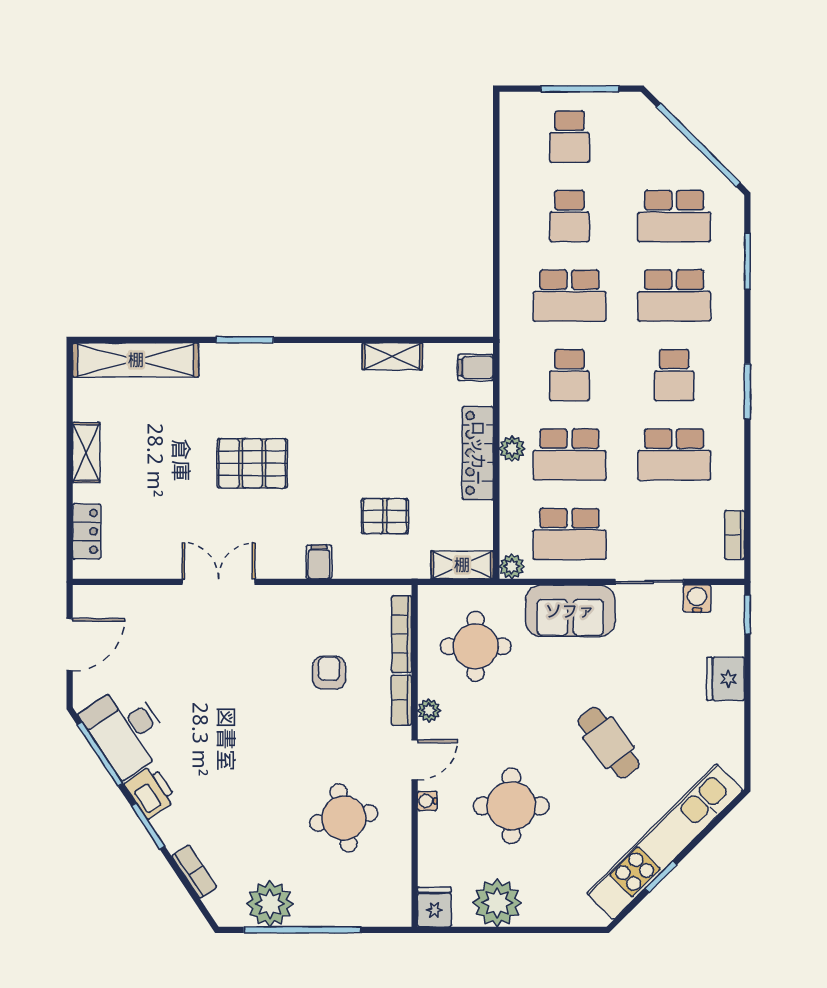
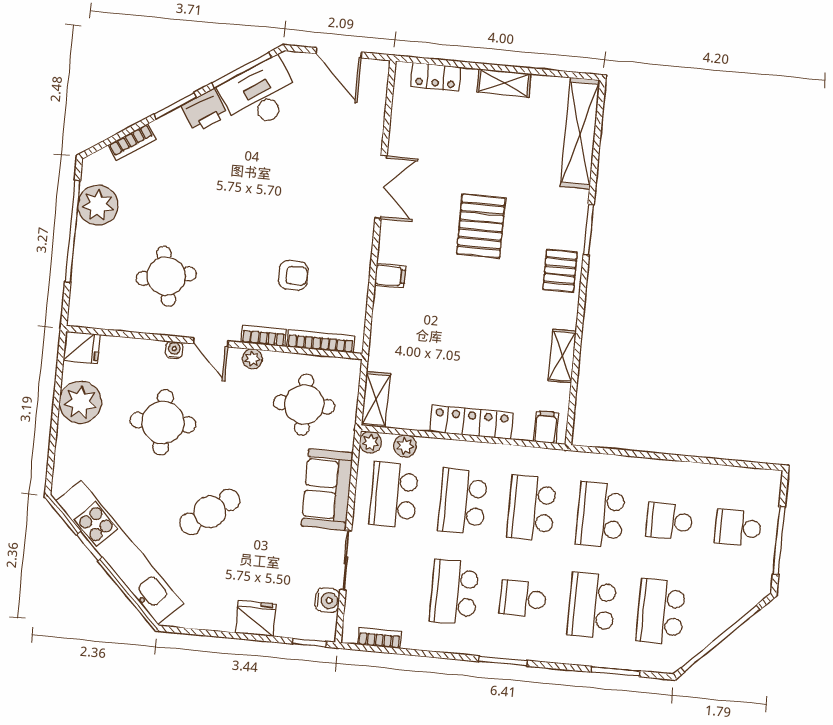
school desk: (569, 375) -> (532, 508), width x1.85
plant: (512, 449) -> (405, 446), moved
pallet: (385, 516) -> (560, 271), moved

